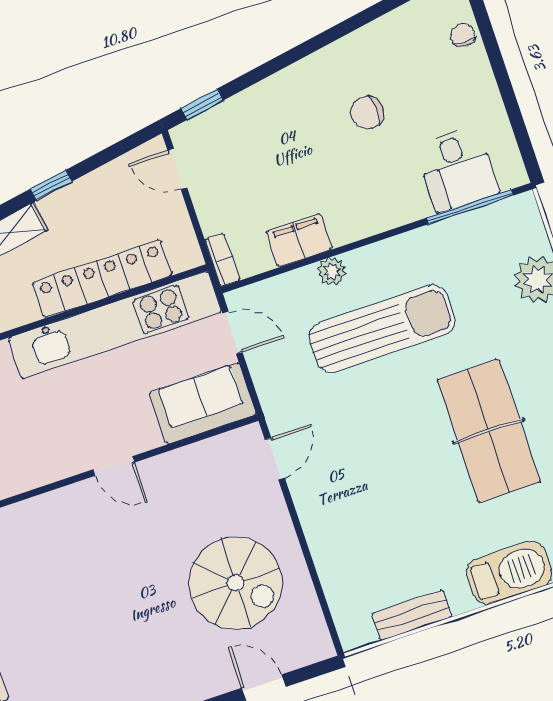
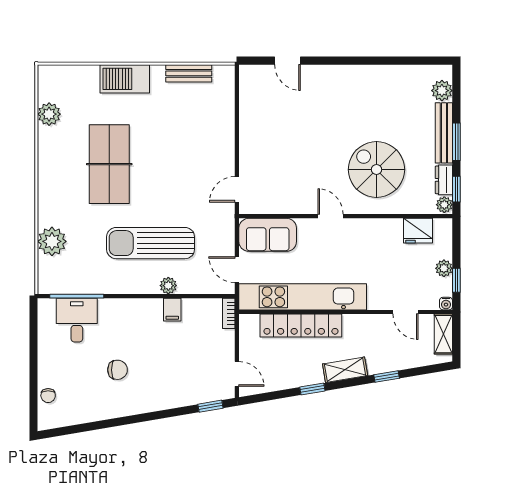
filing cabinet: (299, 240) -> (172, 310), width x0.50
spiral stairs: (236, 583) -> (376, 170), moved

